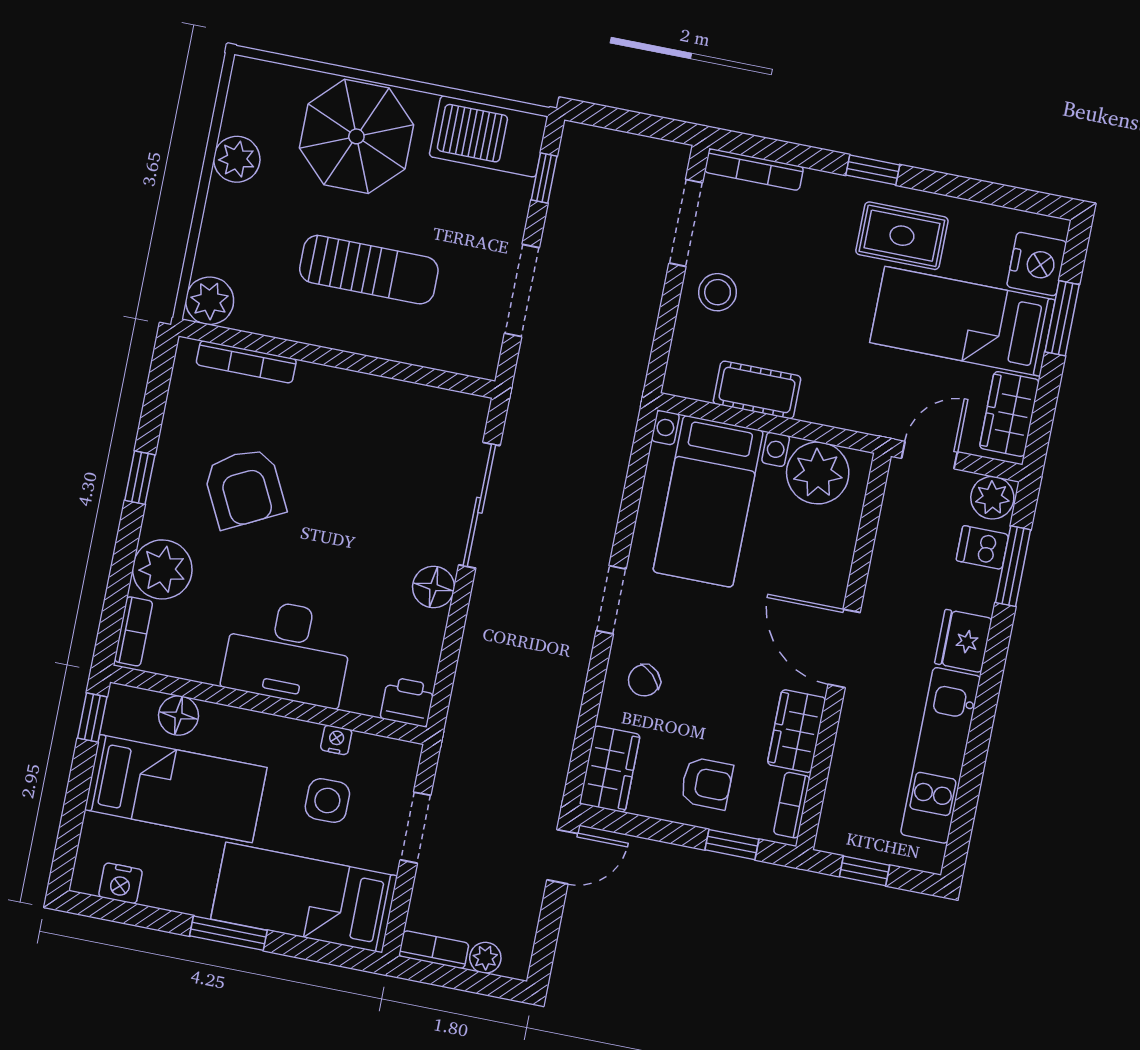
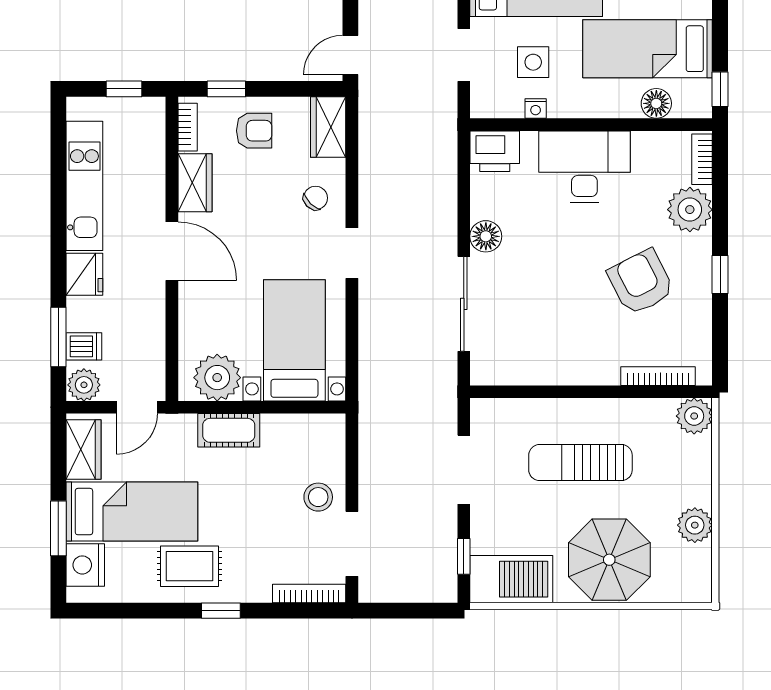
cot: (757, 390) -> (229, 430), moved
printer: (408, 702) -> (495, 151), width x1.36, depth x1.24
armchair: (707, 783) -> (254, 131), turned 180

